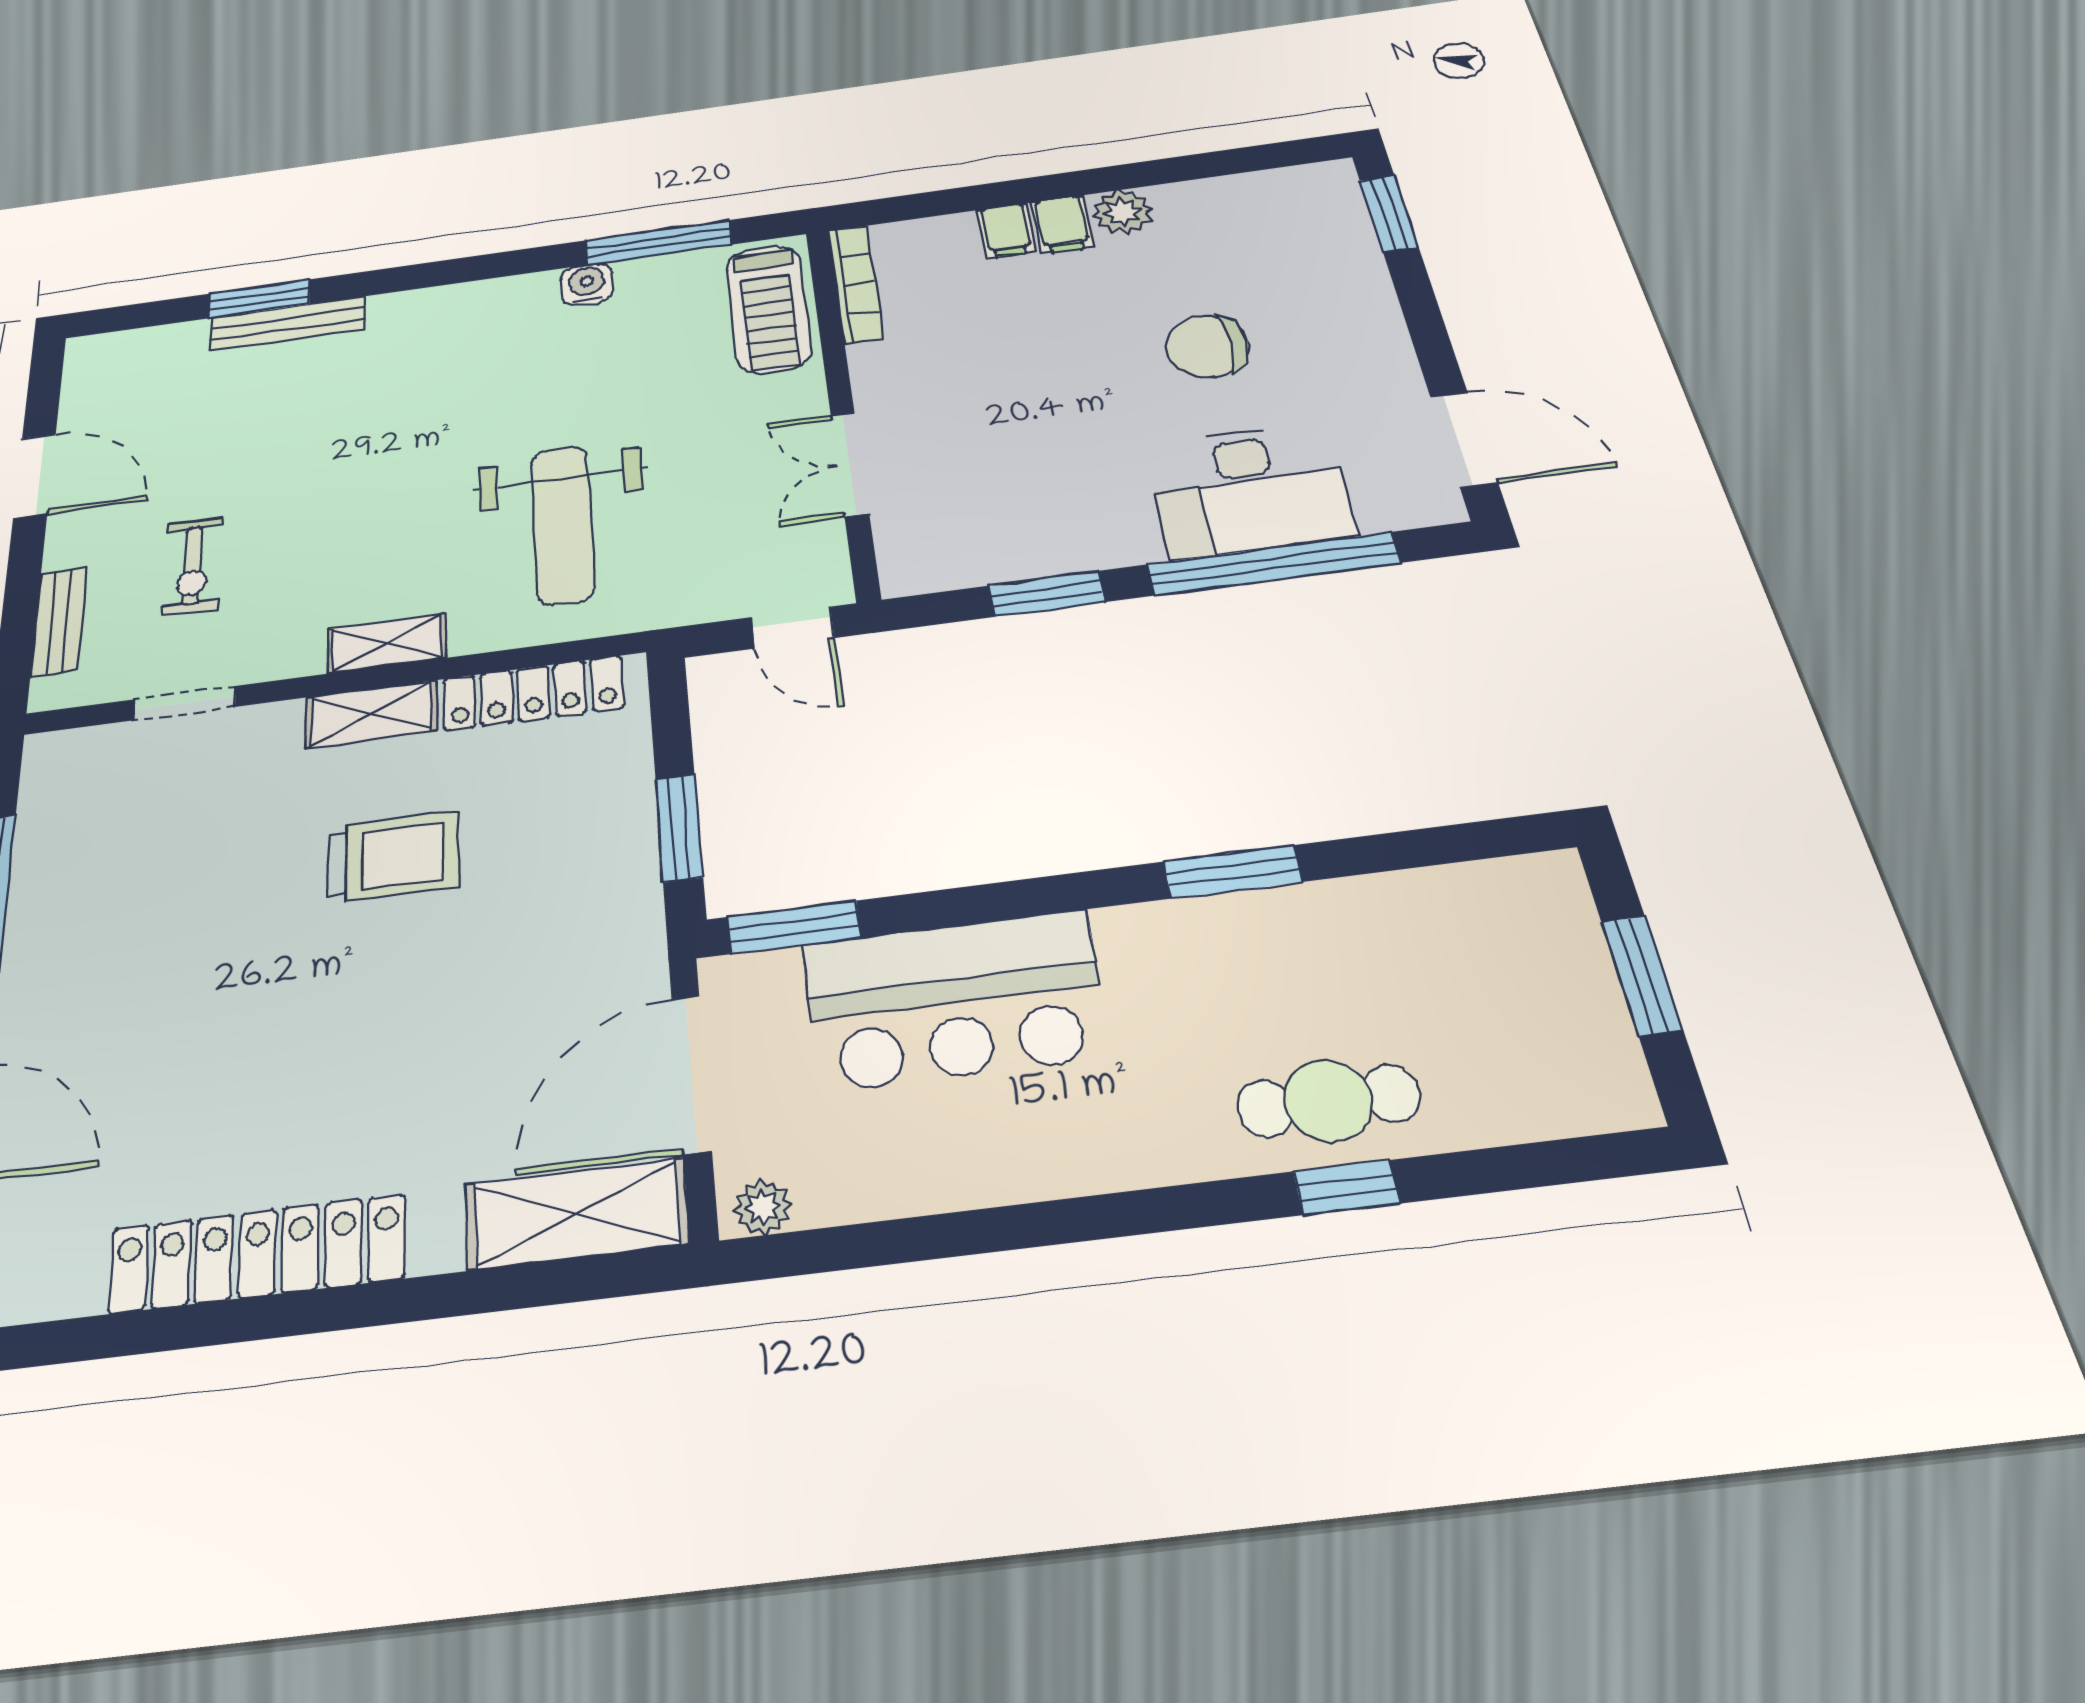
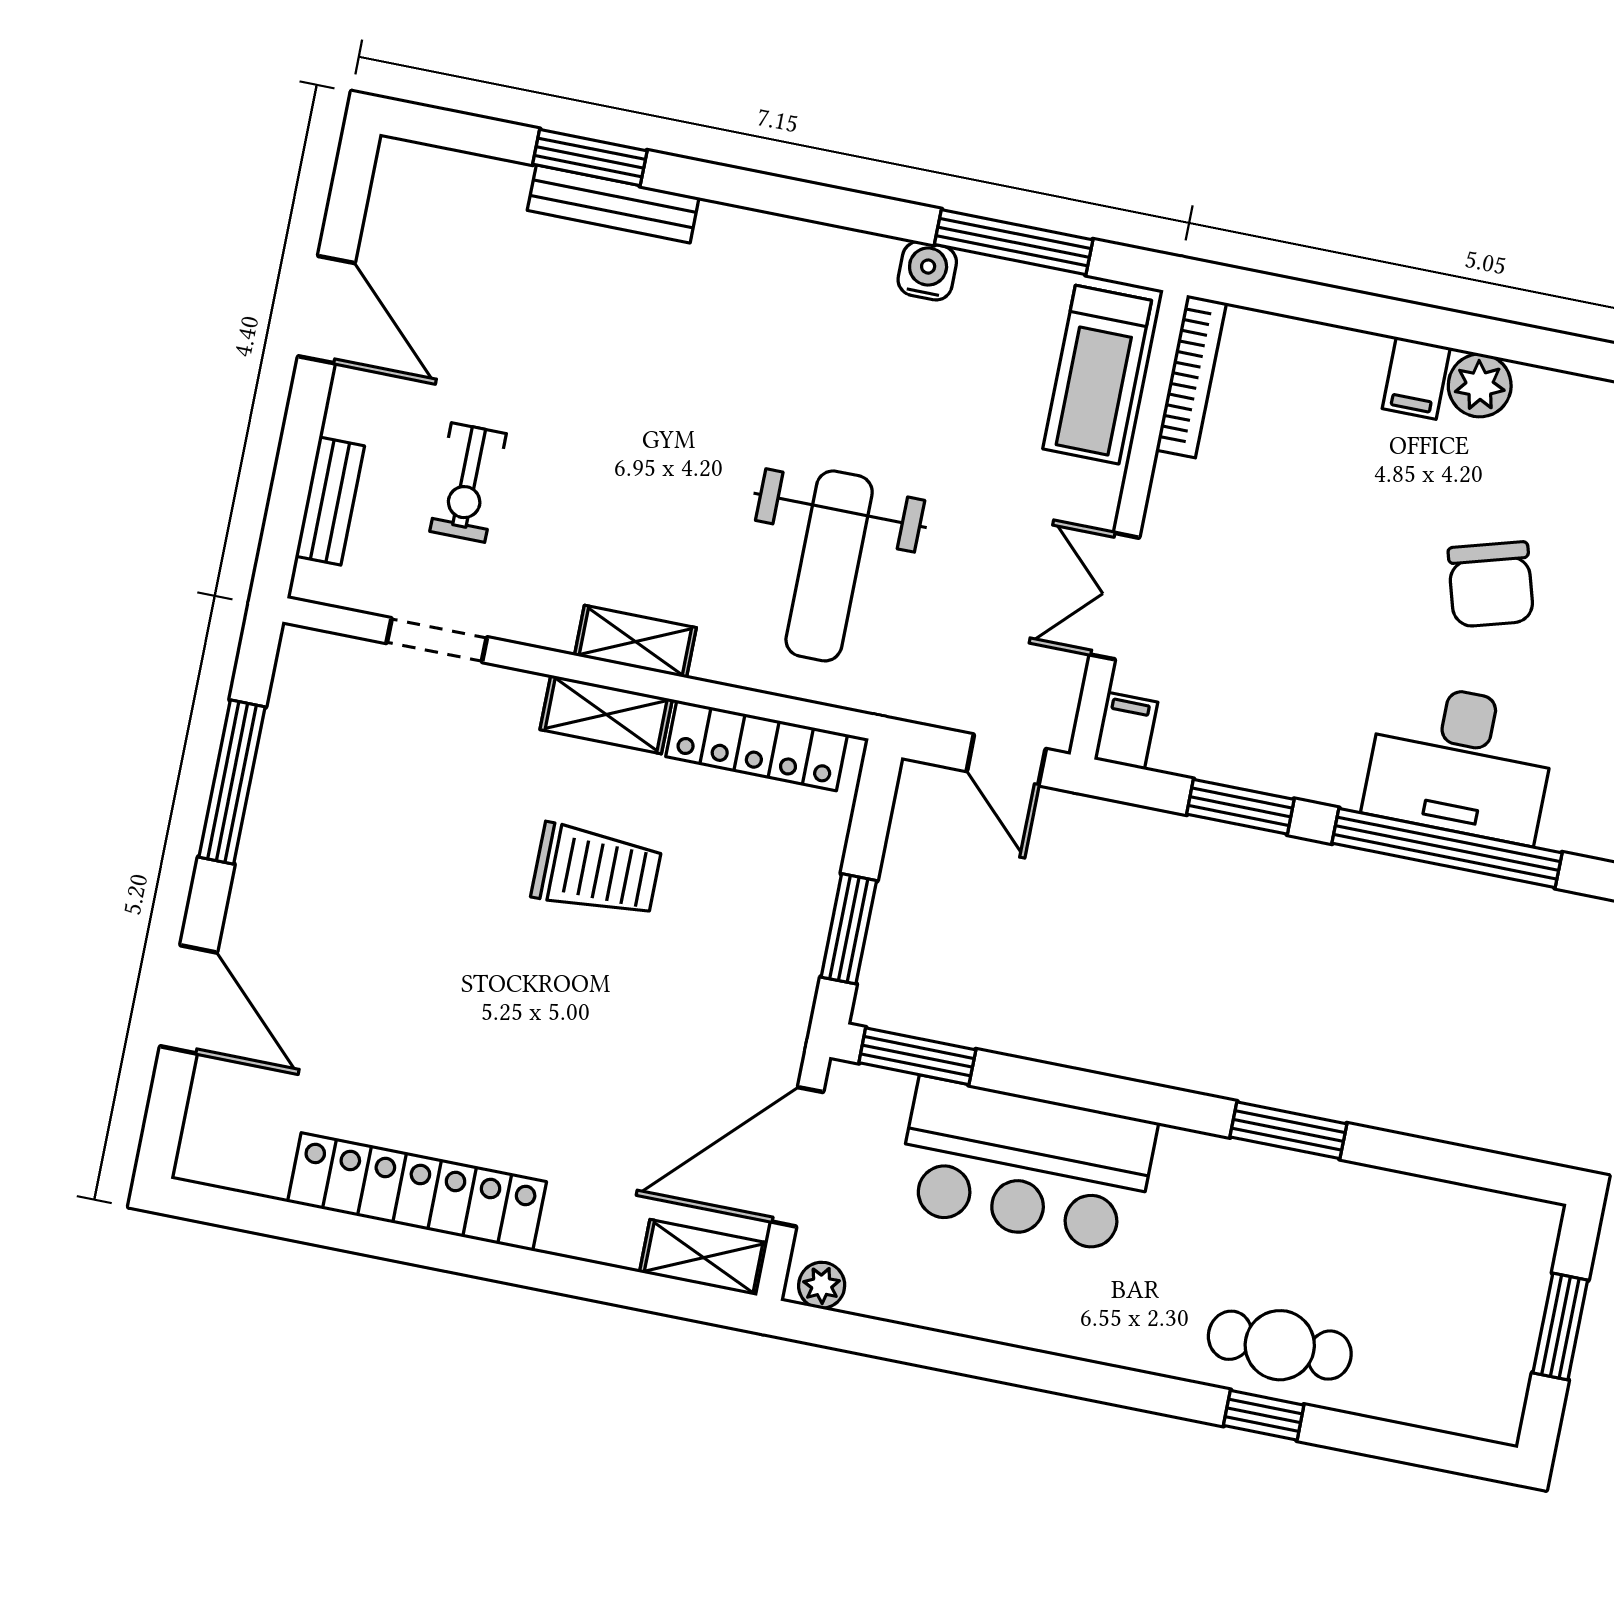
filing cabinet: (1006, 231) -> (1126, 731), moved, turned 180
chair: (1207, 346) -> (1491, 584), turned -106
shelving: (576, 1214) -> (704, 1258), width x0.67, depth x0.75

